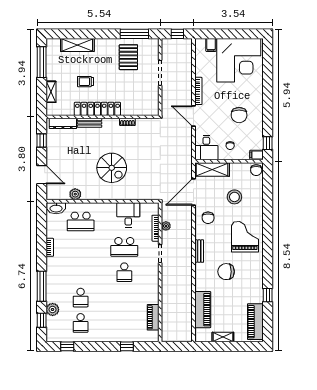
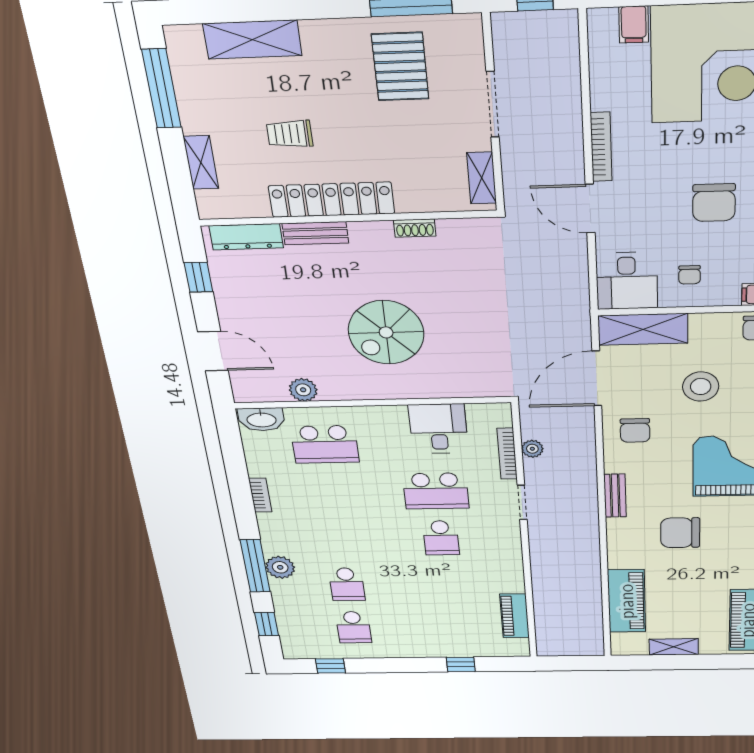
shelving: (154, 102) -> (482, 178), added
spiral stairs: (112, 168) -> (386, 332), turned 90
plant: (53, 309) -> (280, 567), moved

